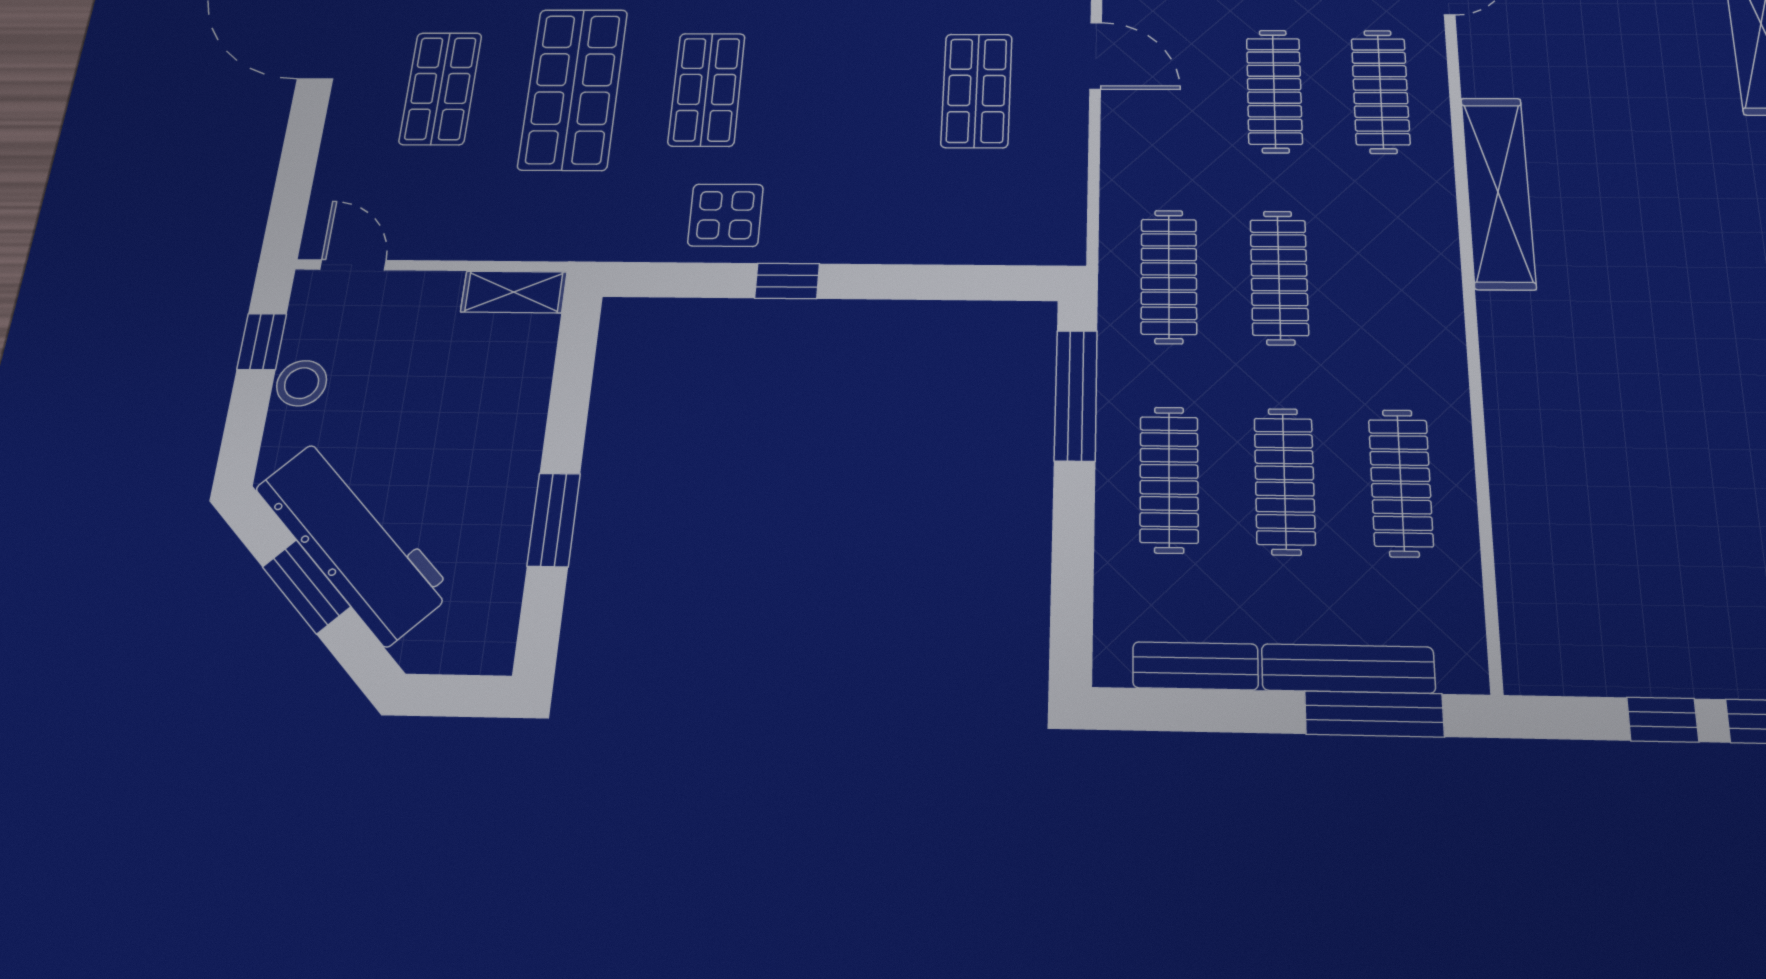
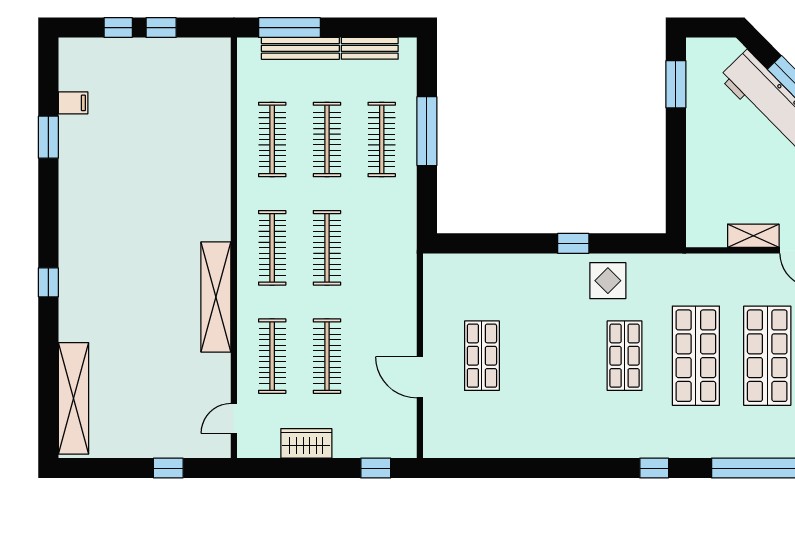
shop shelf: (441, 88) -> (767, 356), width x1.43, depth x1.36
clothes rail: (1169, 276) -> (272, 248), moved
shelving: (514, 292) -> (753, 236), moved
window: (1076, 395) -> (427, 131), moved
window: (554, 520) -> (676, 84), moved

